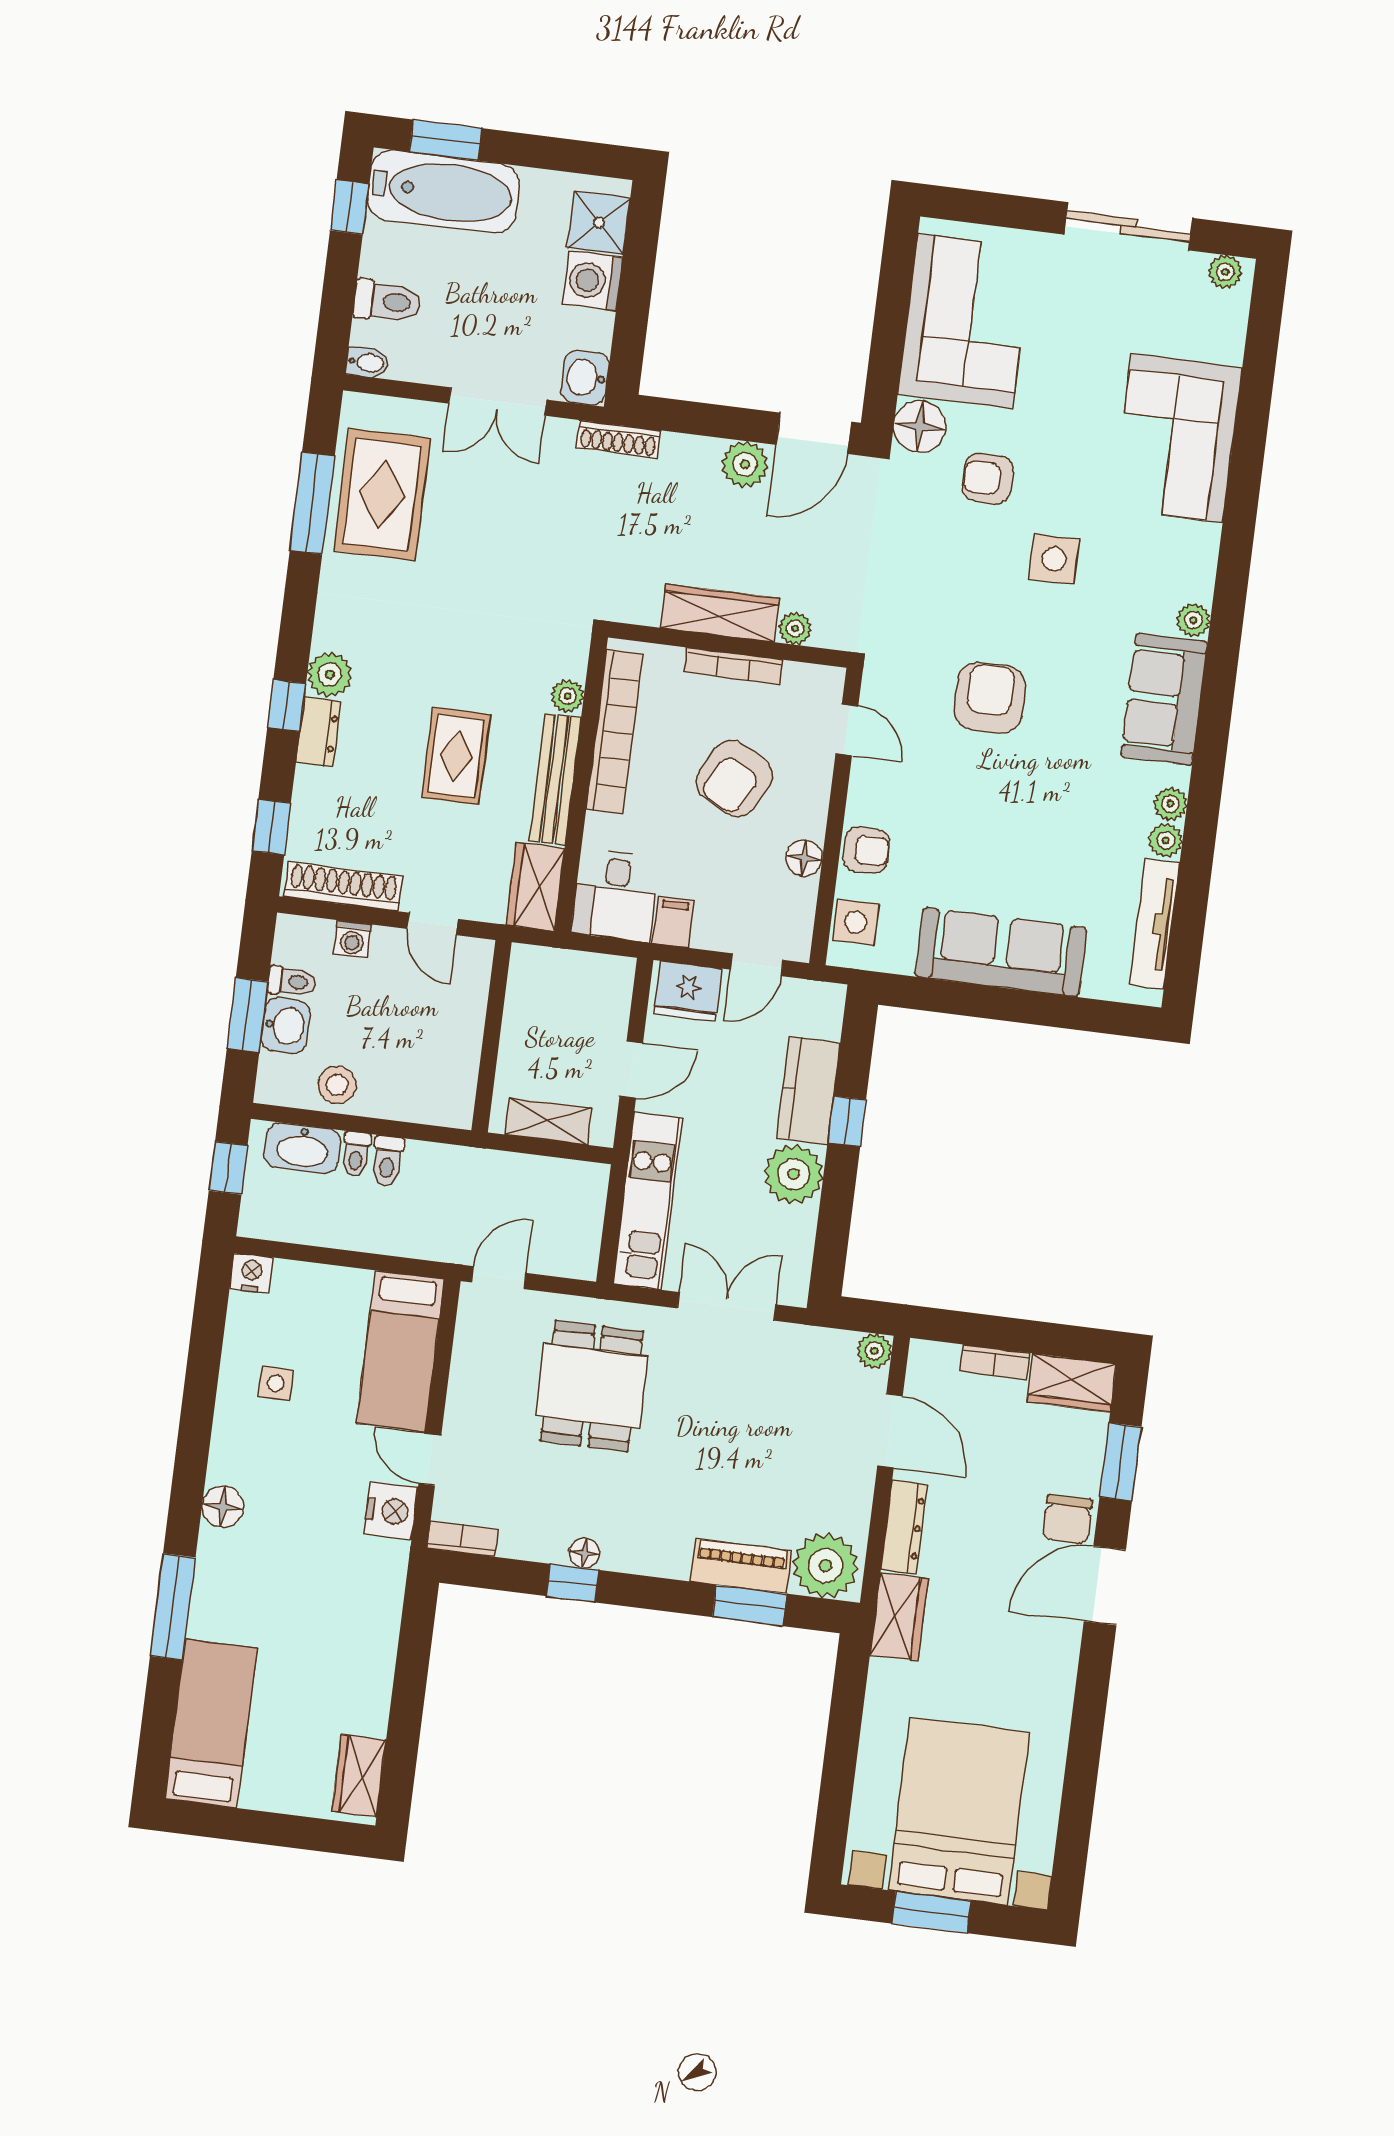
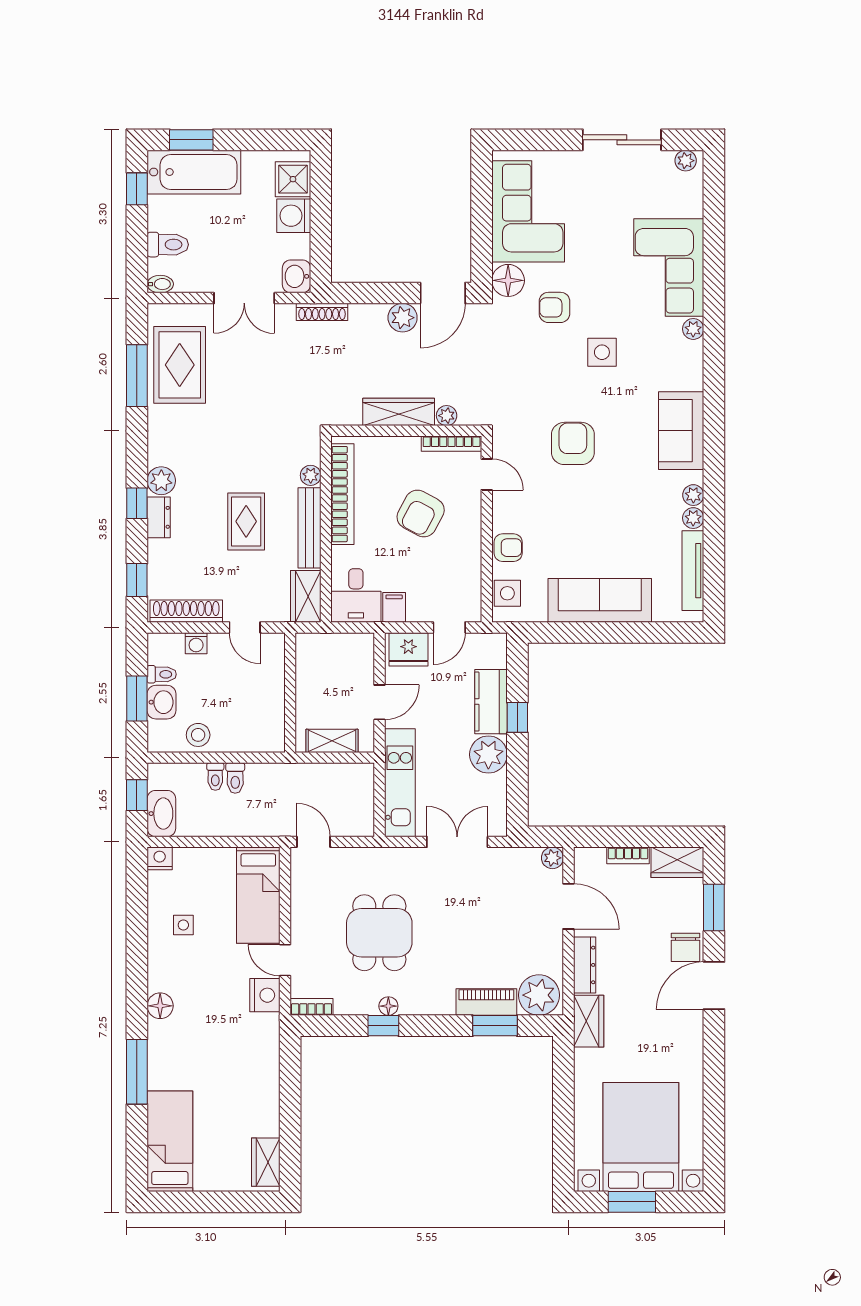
plant: (1193, 620) -> (693, 329), moved
bookcase: (733, 666) -> (452, 444), moved
floor lamp: (804, 858) -> (470, 557), removed
washbasin: (302, 1148) -> (161, 814), moved, turned -90
door: (499, 1278) -> (313, 842), hinge flipped
dining table: (592, 1386) -> (379, 933), moved

